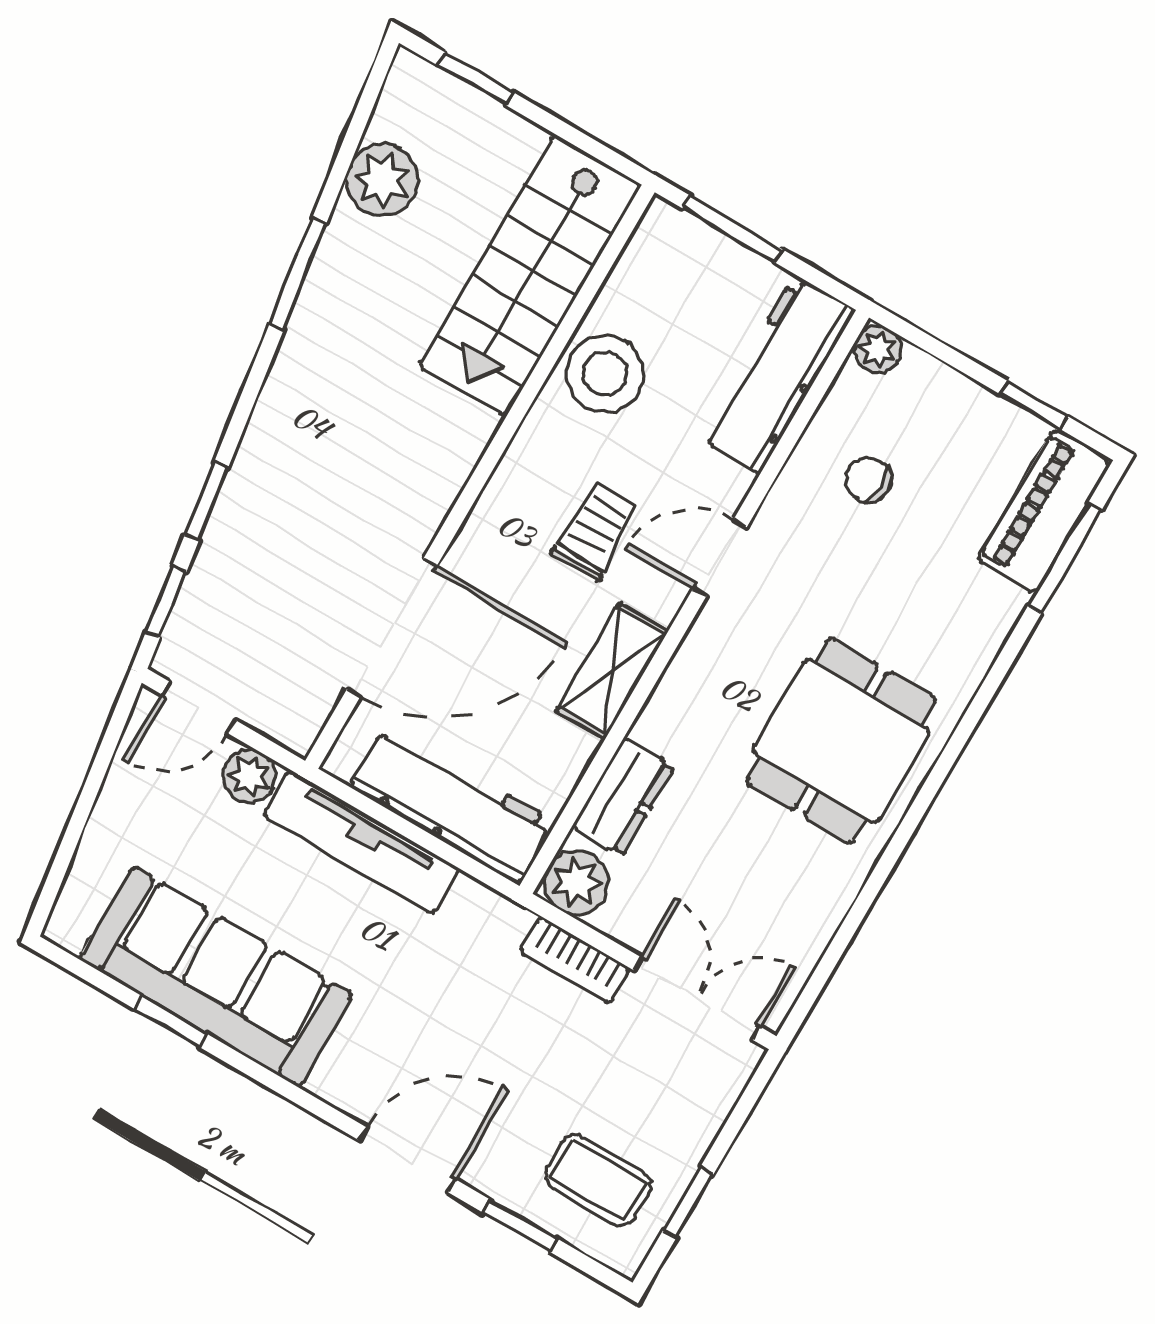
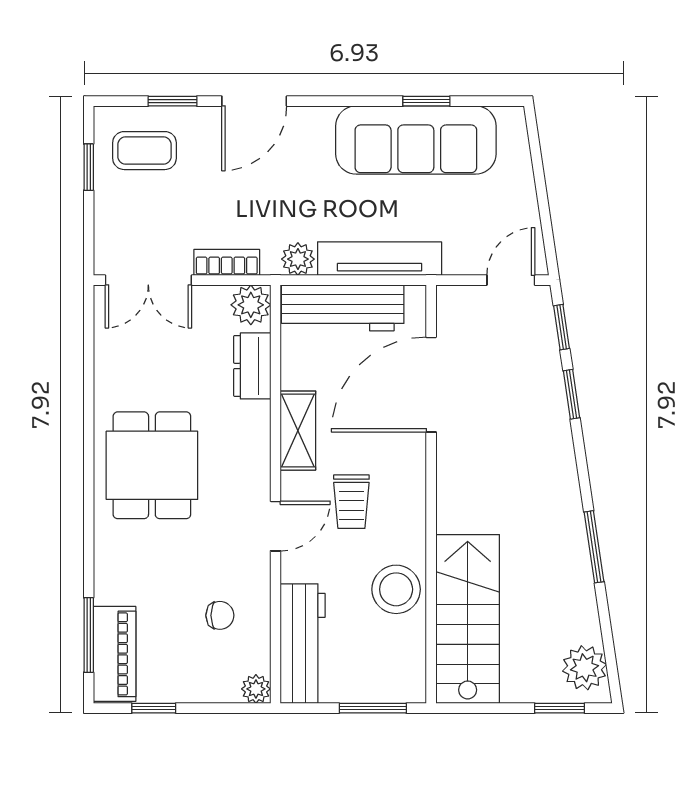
plant: (382, 180) -> (585, 668), moved
plant: (250, 776) -> (298, 259), moved

